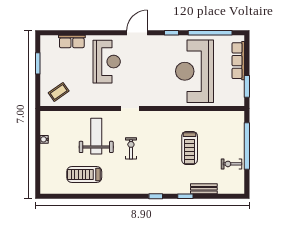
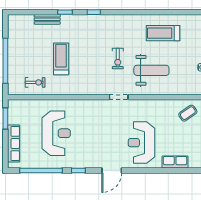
reception desk: (195, 71) -> (56, 133), width x0.74, depth x0.77
weight bench: (96, 136) -> (151, 70), turned -90
exercise bike: (232, 164) -> (35, 82), moved
treadmill: (84, 174) -> (163, 33), turned 180

